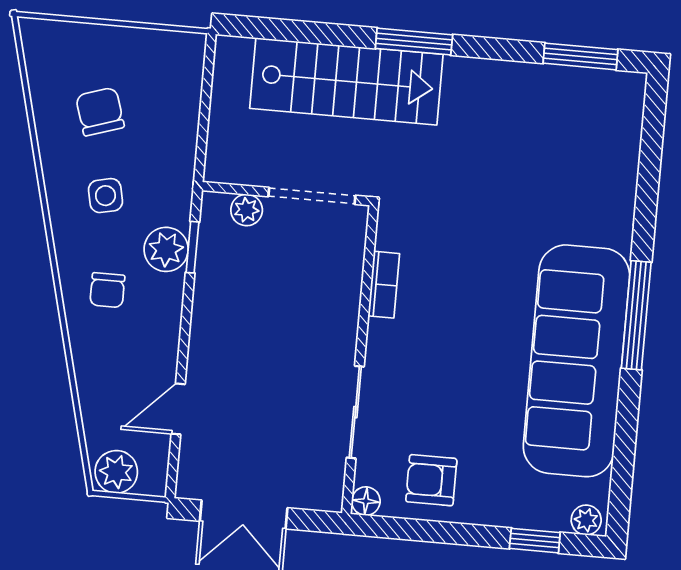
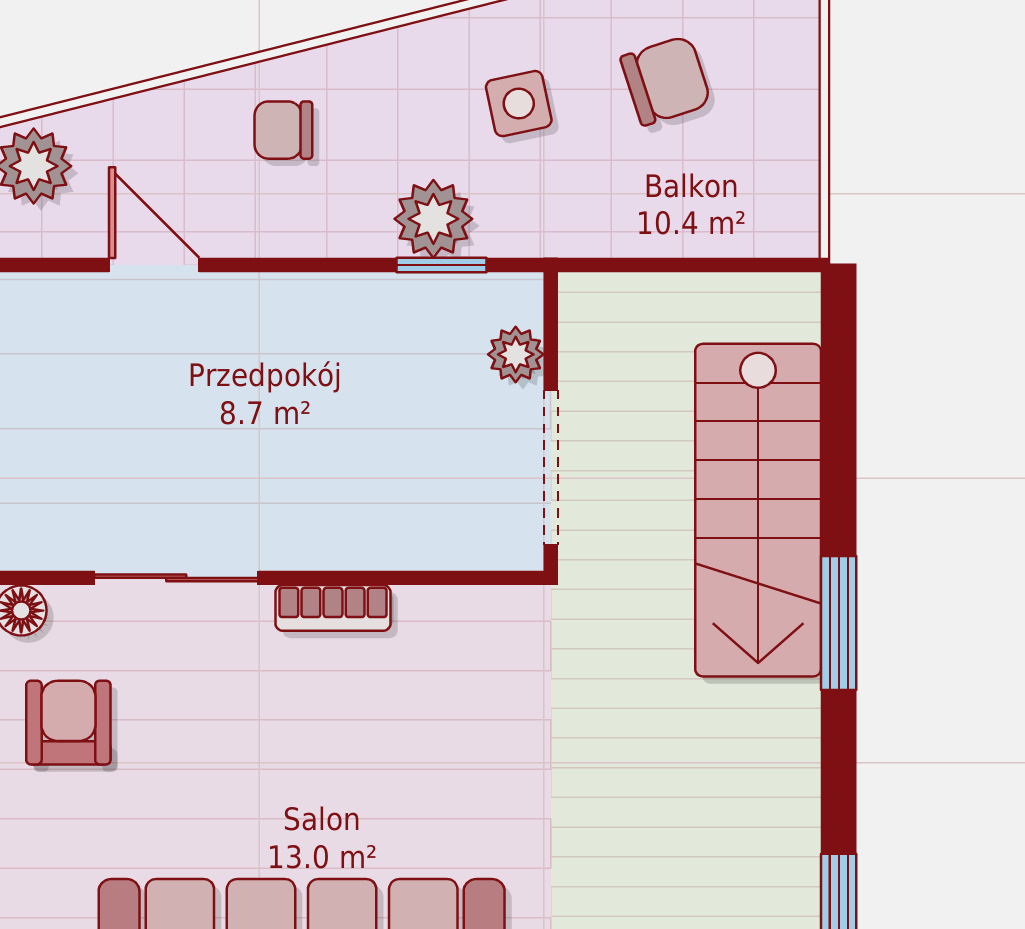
bookcase: (384, 285) -> (333, 608), moved
chair: (107, 290) -> (283, 130), moved

